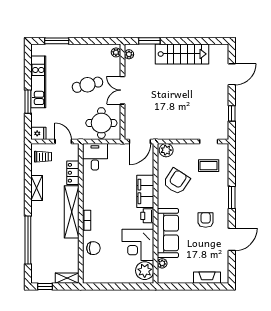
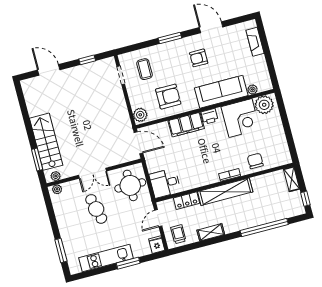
stairs: (182, 54) -> (46, 142), moved
armchair: (177, 181) -> (168, 97), turned 147

